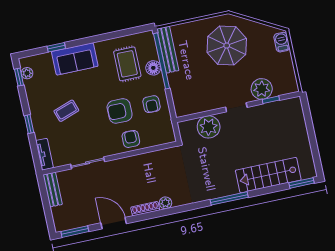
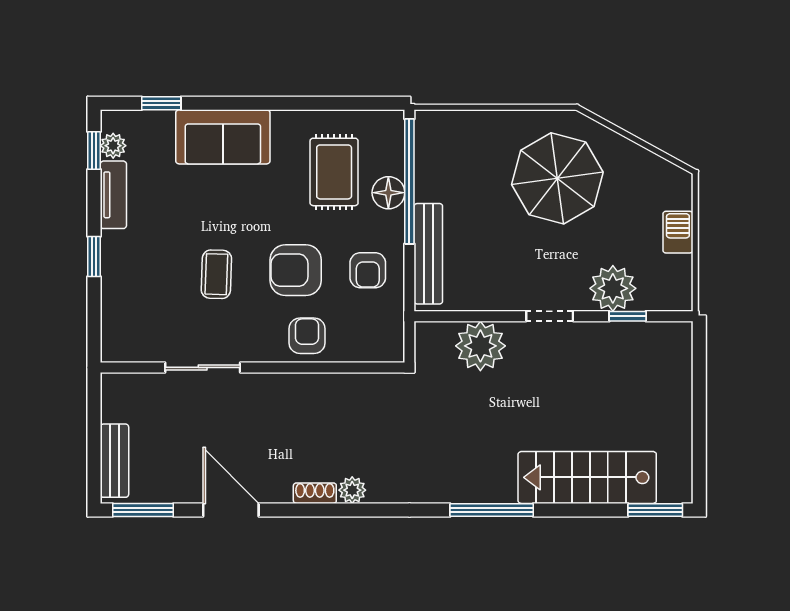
barbecue: (282, 42) -> (678, 232), moved
window: (56, 47) -> (161, 103), moved
bench: (168, 50) -> (428, 254), moved
coffee table: (66, 111) -> (216, 274), moved, turned -69
tv unit: (44, 154) -> (113, 195), moved
bench: (53, 190) -> (114, 461), moved
shoe rack: (145, 209) -> (315, 493), width x0.70

